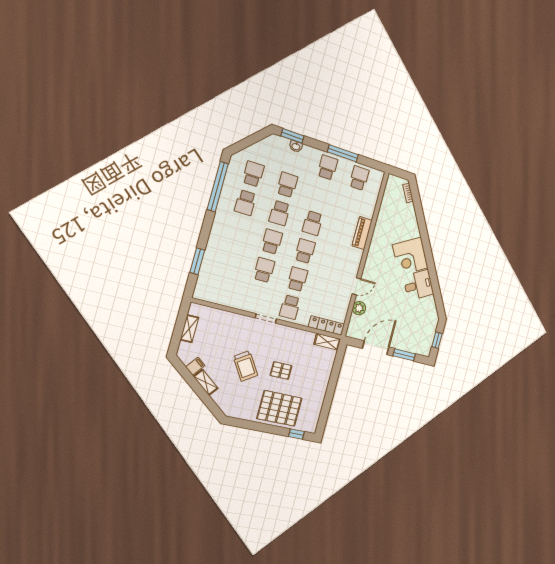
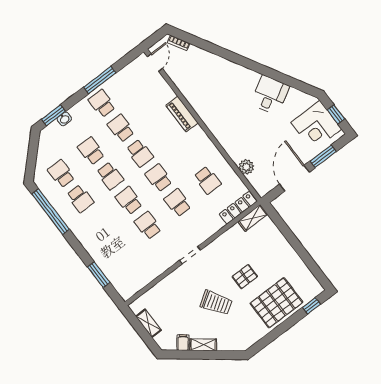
school desk: (359, 178) -> (121, 128), moved
corner desk: (410, 256) -> (316, 126), moved, turned 30
door: (356, 286) -> (155, 62), moved
school desk: (290, 307) -> (207, 180), moved

